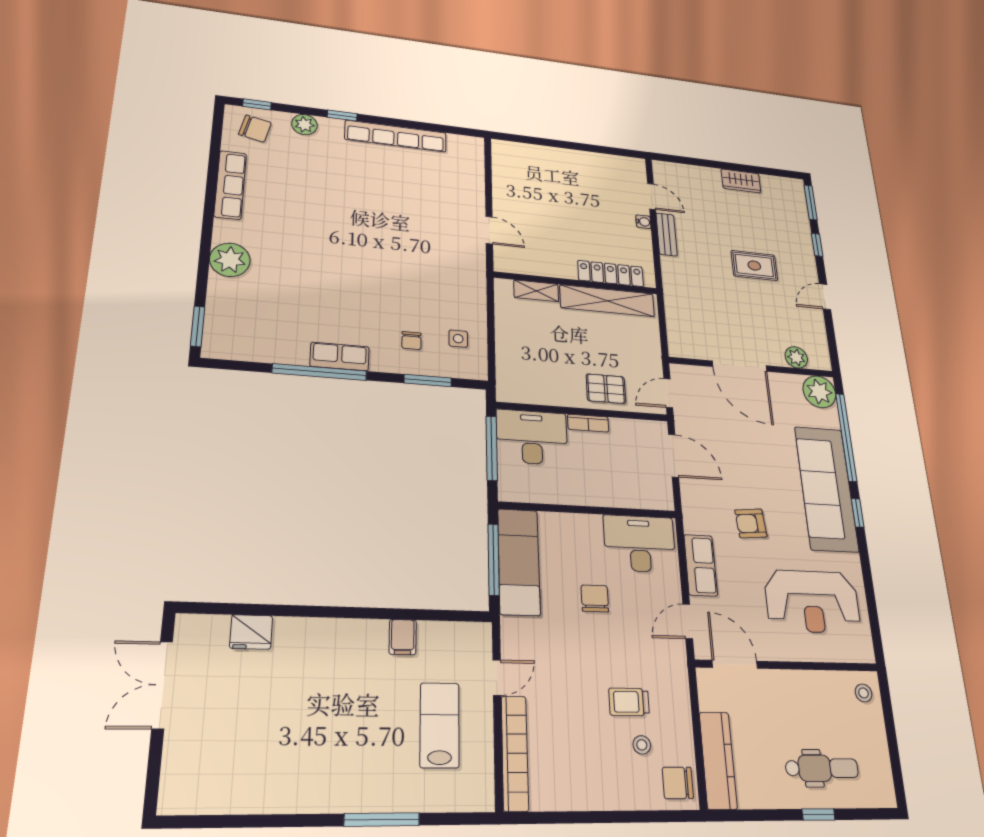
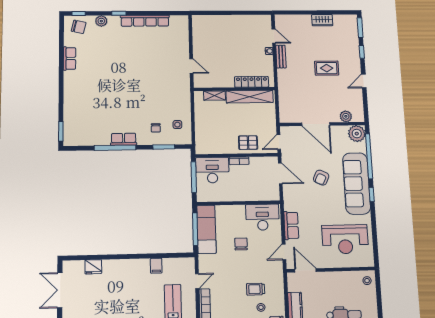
row of seats: (230, 185) -> (70, 58), width x0.68
plant: (230, 260) -> (72, 97), removed
armchair: (751, 523) -> (321, 178), moved, turned -60

